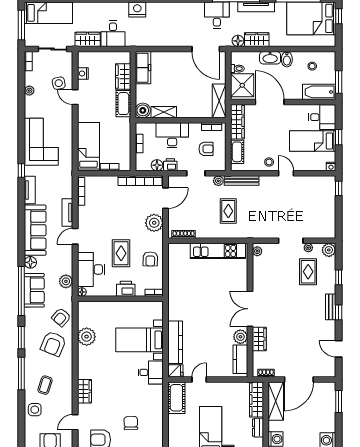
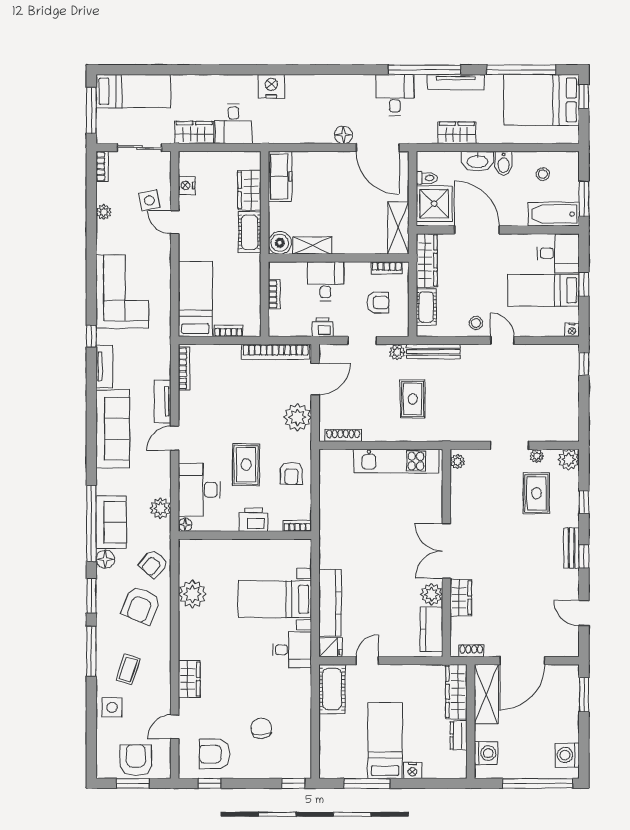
floor lamp: (238, 41) -> (343, 135), moved
desk: (172, 135) -> (326, 281), width x0.73
floor lamp: (157, 165) -> (302, 328), removed
floor lamp: (30, 262) -> (105, 559), moved

